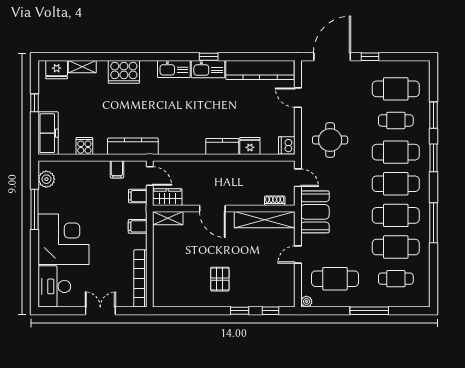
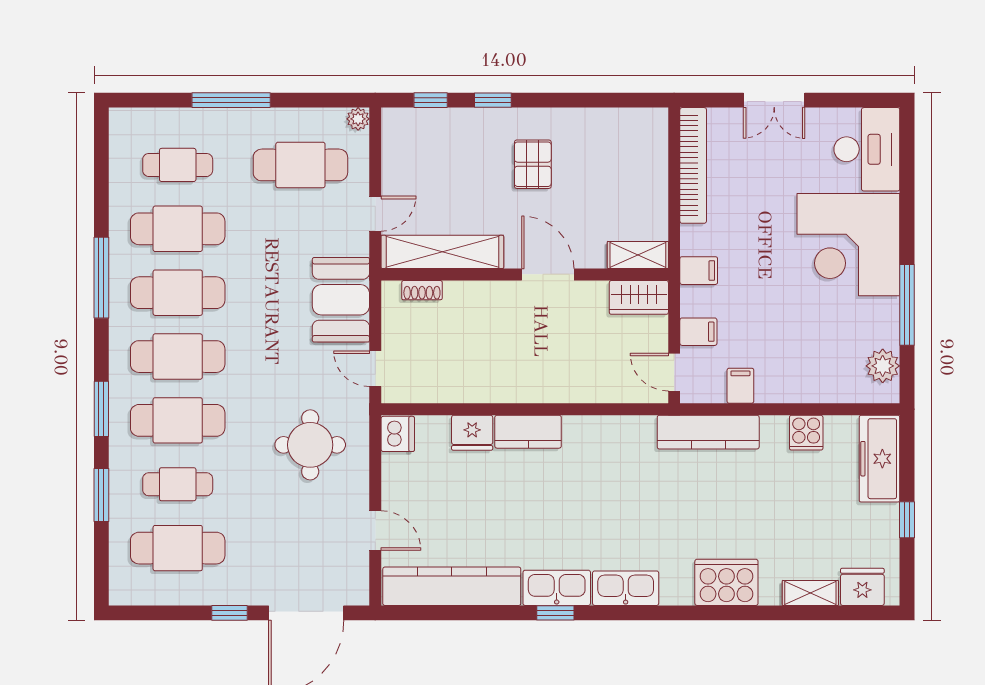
wardrobe: (167, 197) -> (639, 297), moved
shoe rack: (275, 201) -> (422, 290), moved
door: (212, 208) -> (548, 274), moved
wall: (224, 208) -> (525, 274), moved
shelving: (168, 218) -> (638, 255), moved
shelving: (265, 220) -> (442, 252), moved

